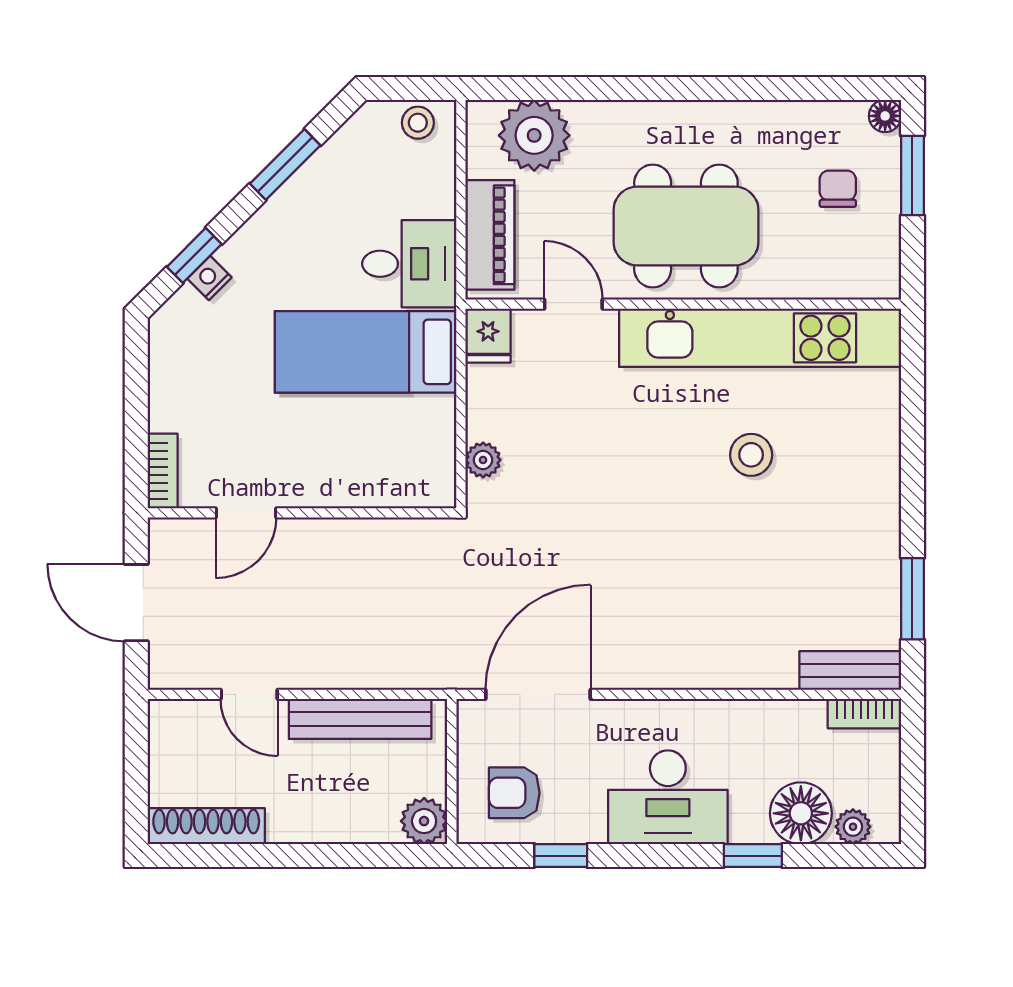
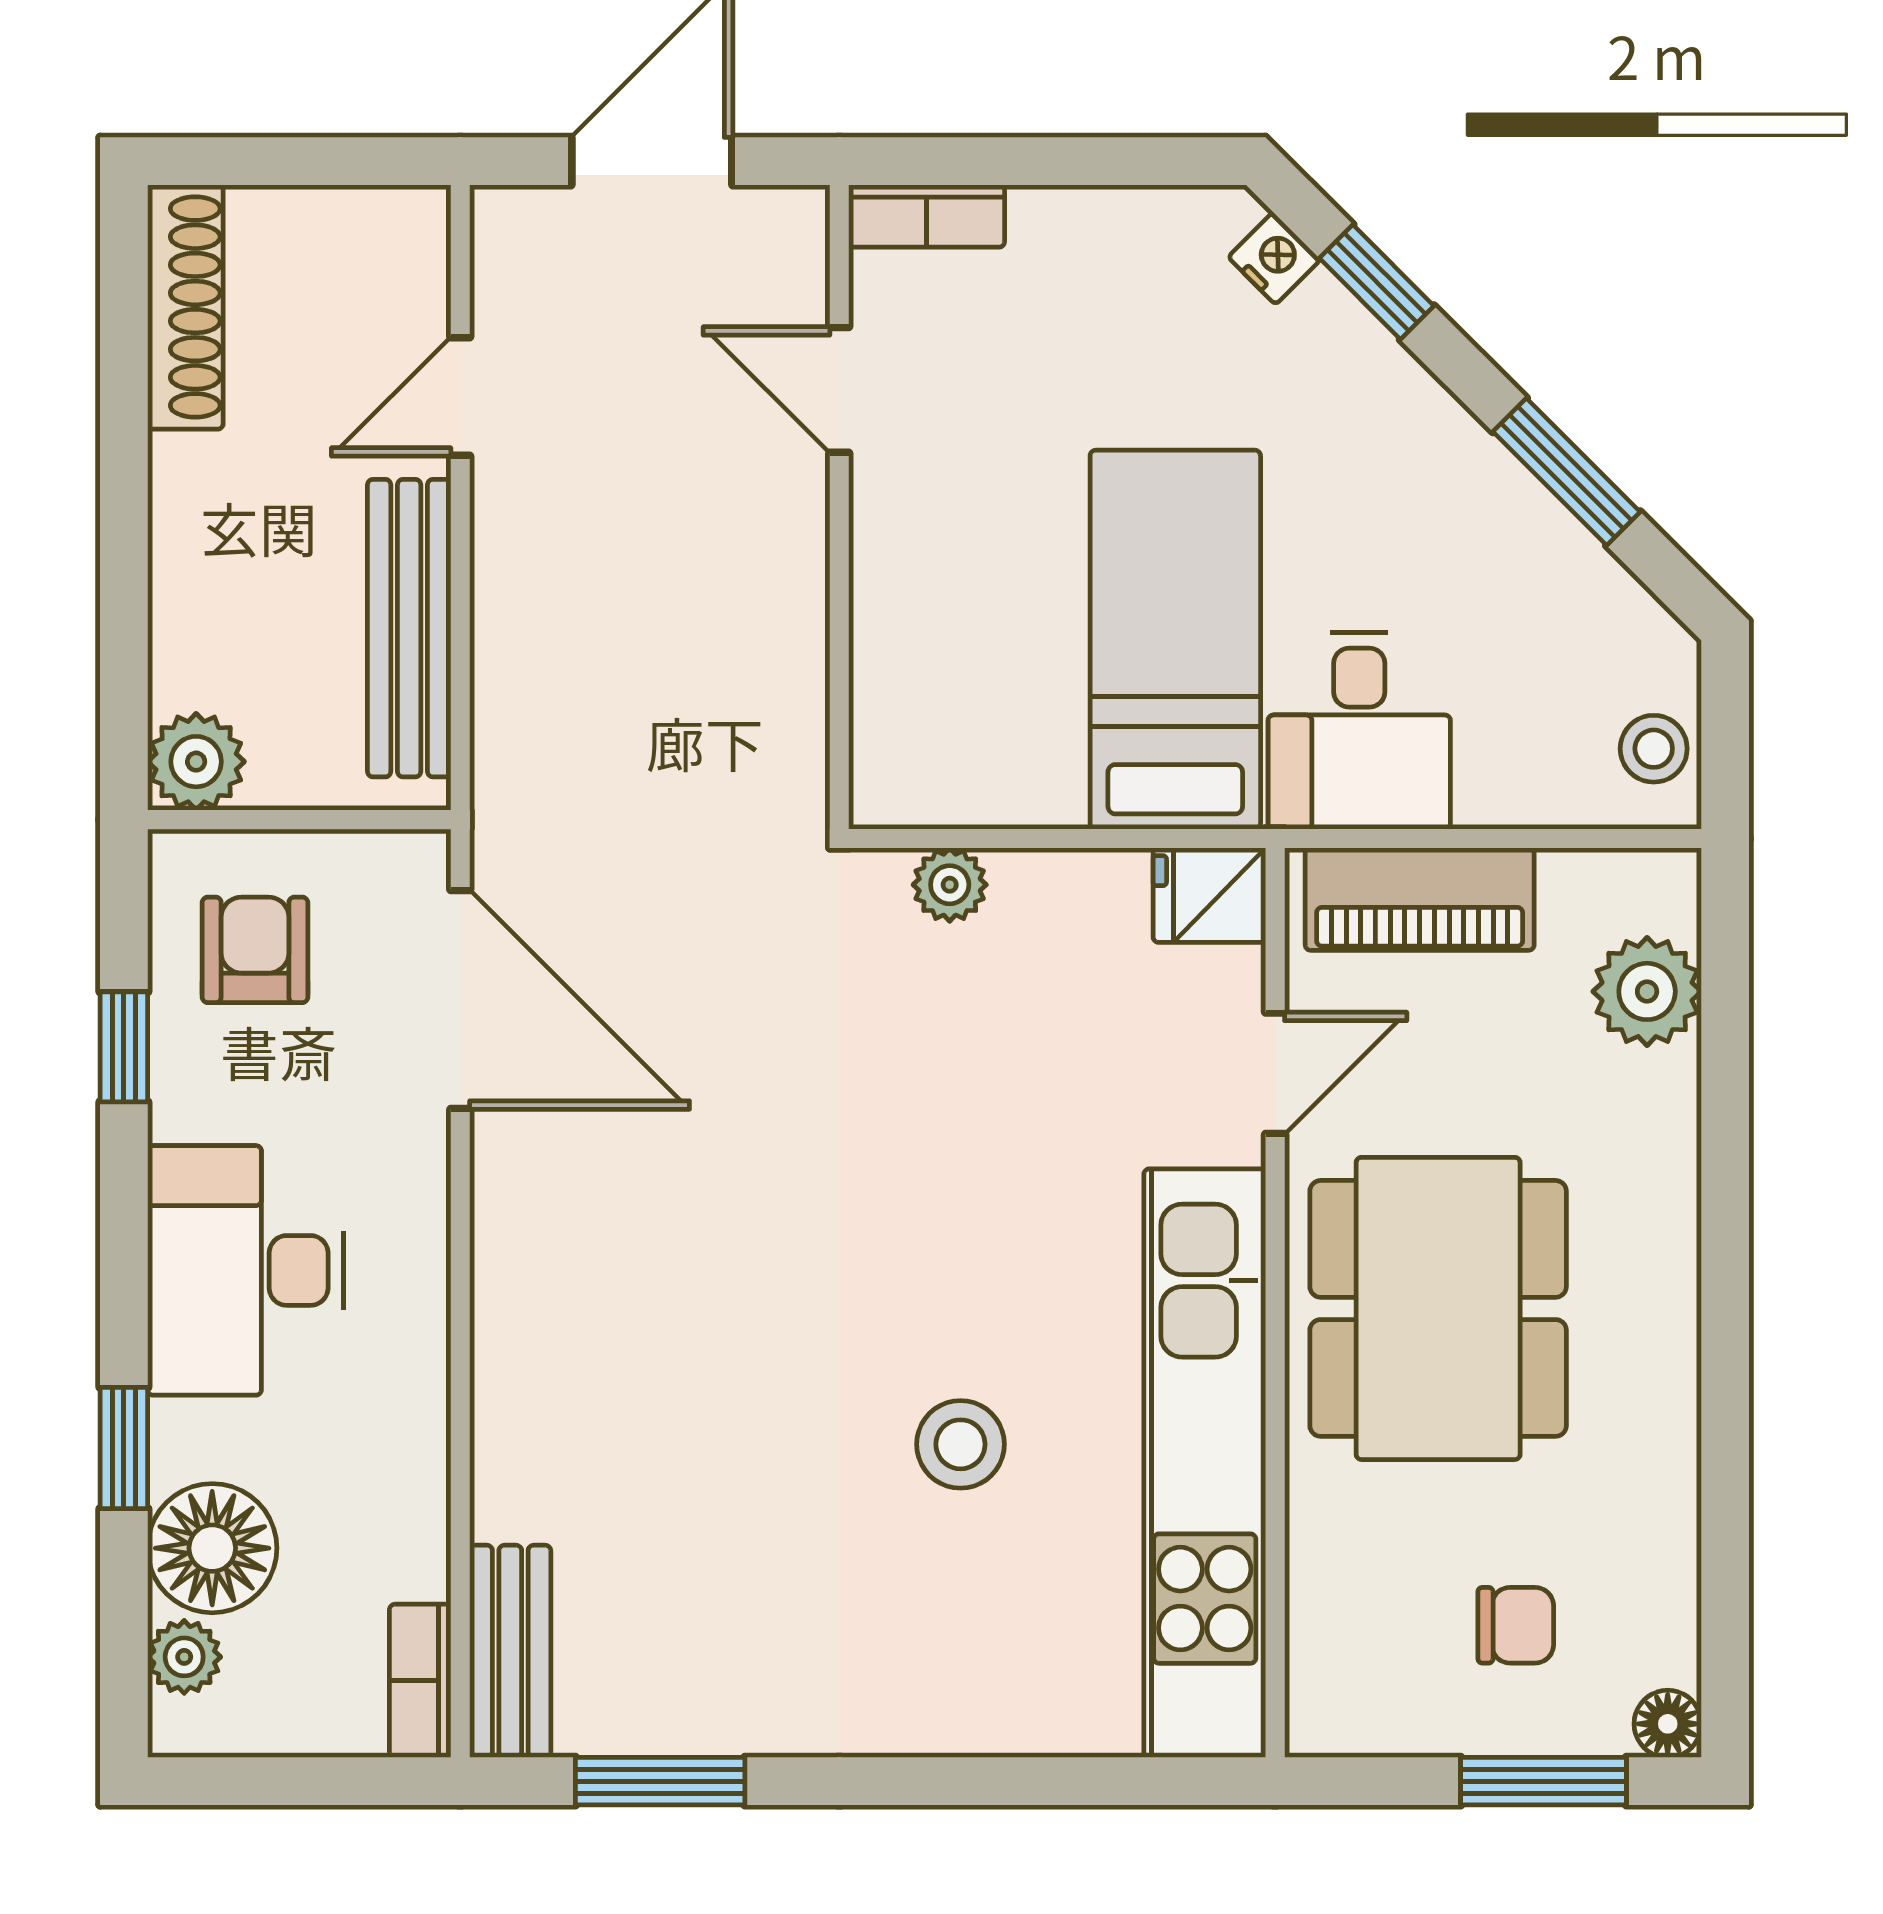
plant: (534, 135) -> (1647, 991), width x0.73, depth x0.73
nightstand: (209, 278) -> (1274, 258), moved

